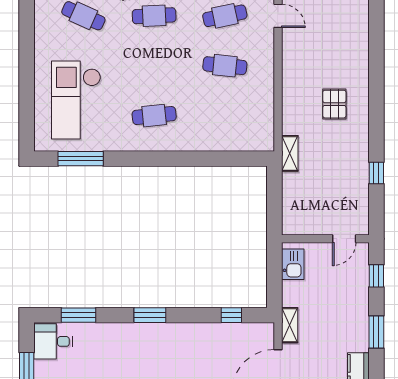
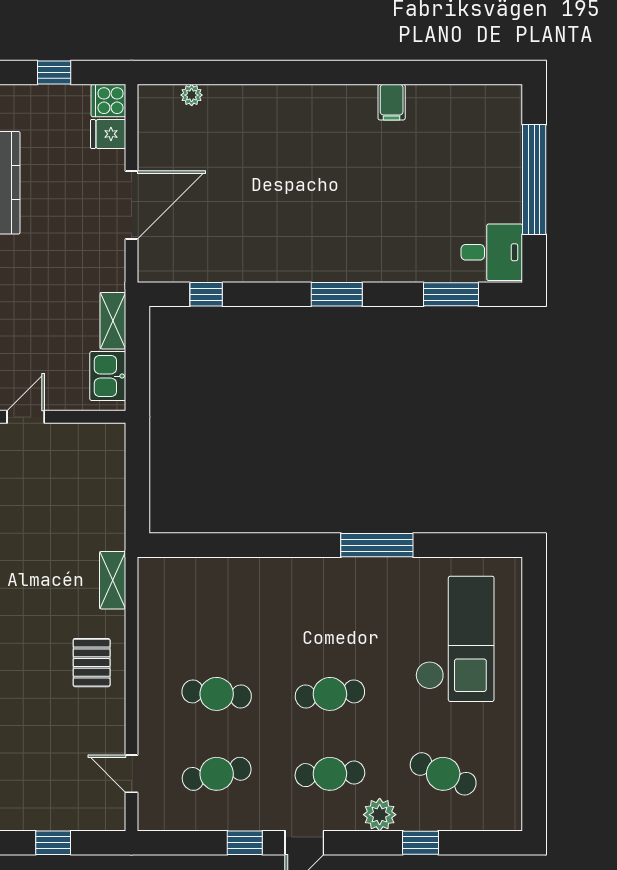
pallet: (334, 104) -> (92, 663), moved
cafe table: (154, 116) -> (330, 694), moved
shelving: (290, 153) -> (113, 580), moved
window: (81, 159) -> (377, 545), moved
shelving: (290, 325) -> (113, 321), moved

